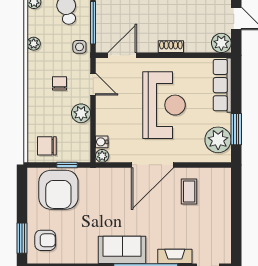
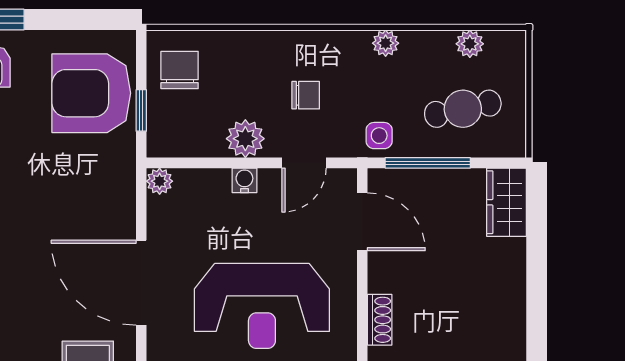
water cooler: (102, 142) -> (244, 180), moved

